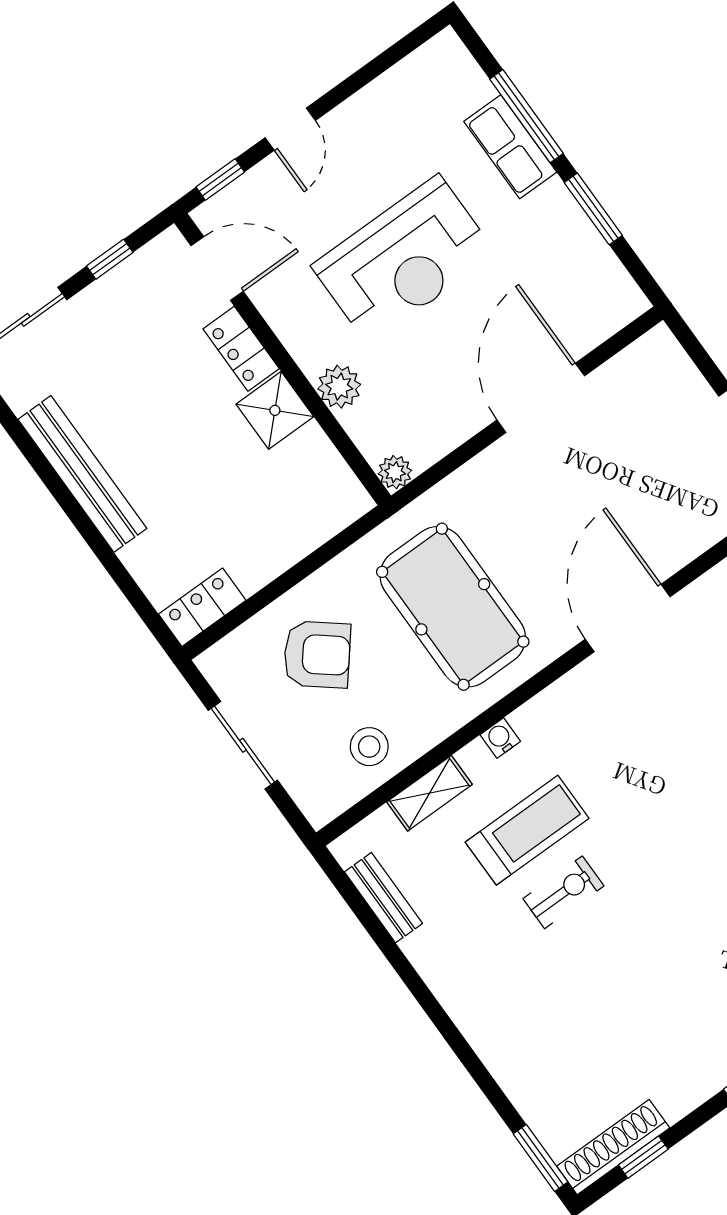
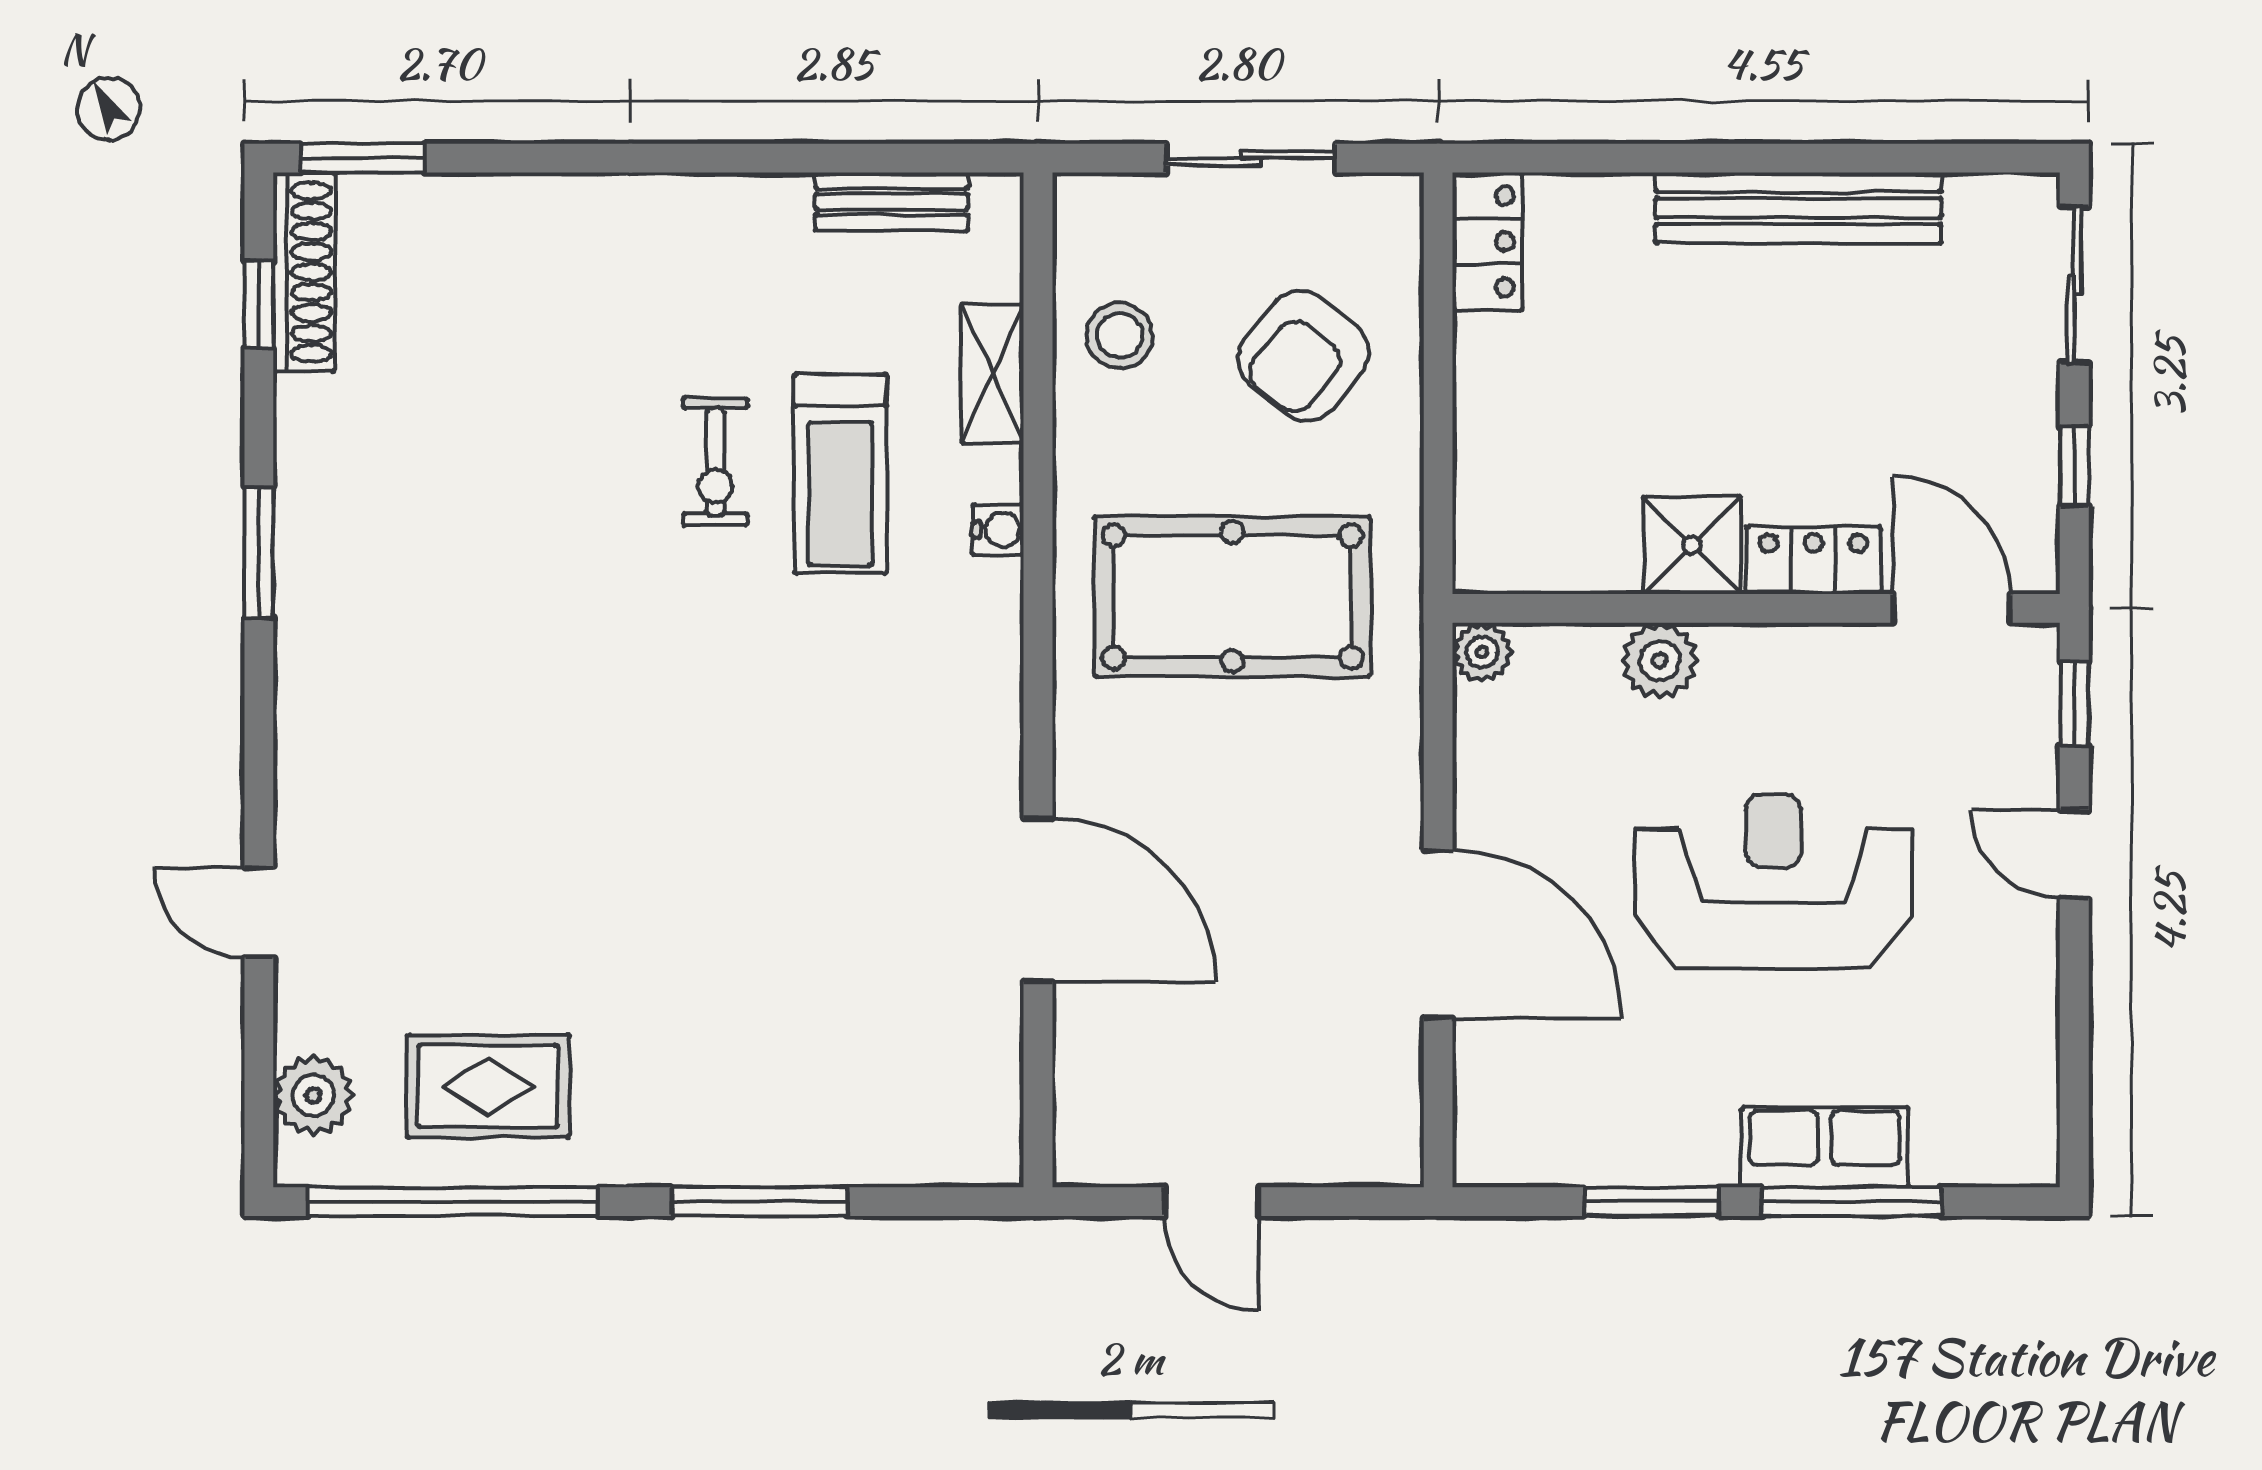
reception desk: (404, 260) -> (1774, 881), turned 90
door: (217, 268) -> (1952, 608), swing flipped
door: (628, 618) -> (1038, 900), moved

